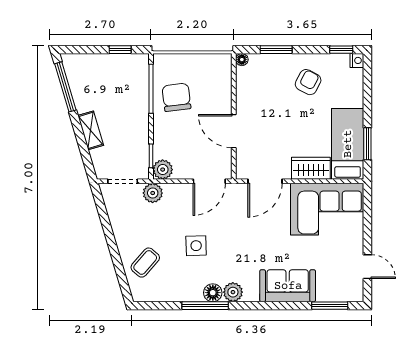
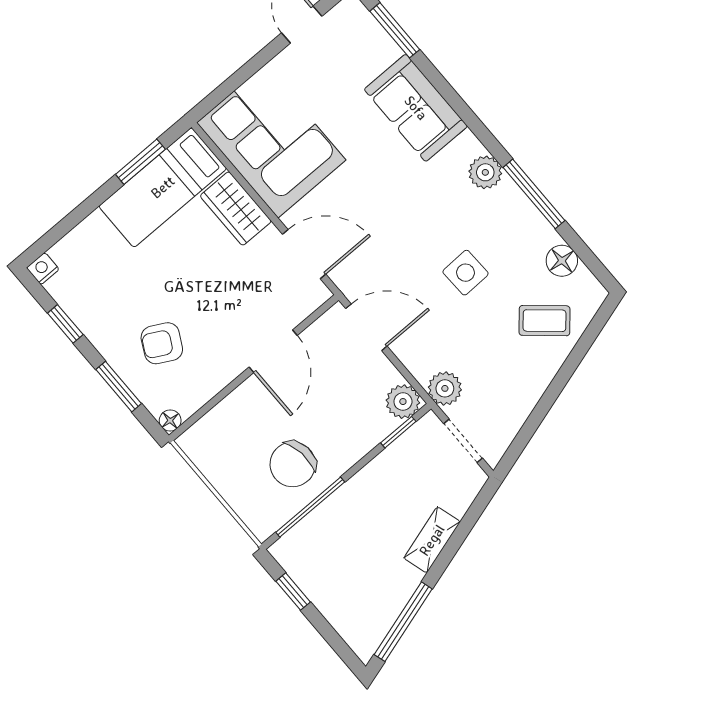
window: (341, 50) -> (65, 324), moved
armchair: (308, 82) -> (162, 343), moved
floor lamp: (213, 293) -> (562, 261), moved

